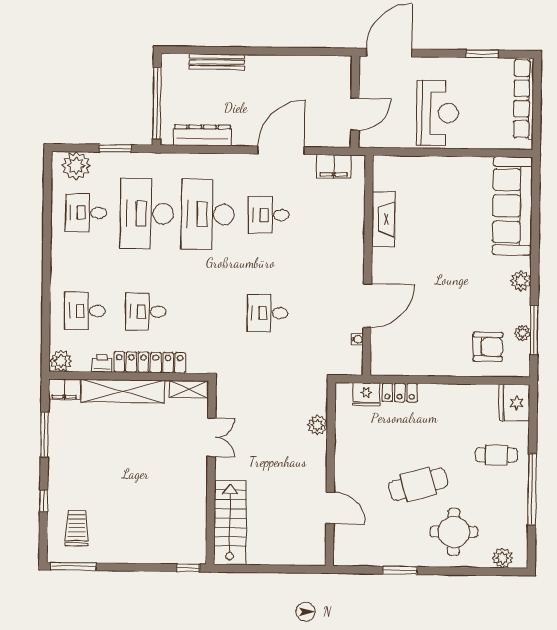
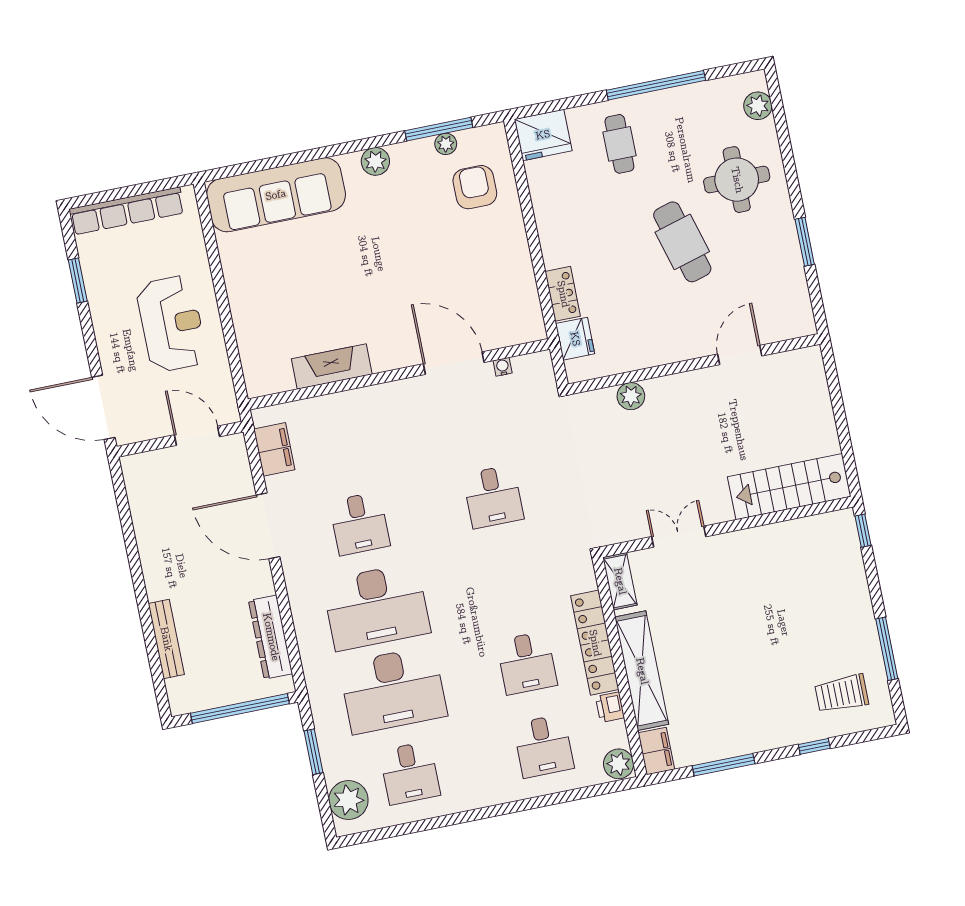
reception desk: (438, 113) -> (172, 324), turned 90
window: (74, 566) -> (887, 649), moved

